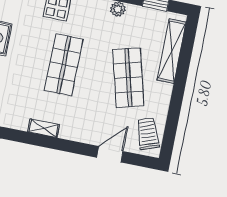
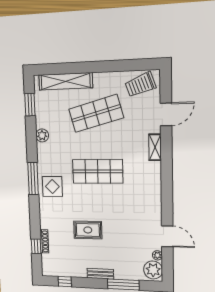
shelving: (44, 128) -> (155, 147), moved
door: (110, 154) -> (166, 114), swing flipped

